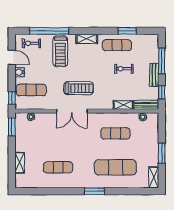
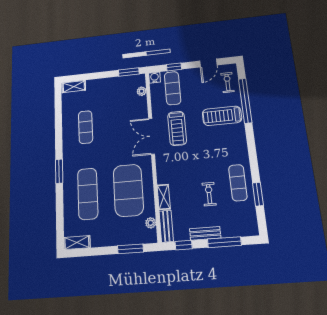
shelving: (87, 39) -> (241, 145), removed
water cooler: (20, 72) -> (155, 78), moved
treadmill: (79, 88) -> (177, 128), moved
window: (12, 98) -> (174, 67), moved
exercise mat: (115, 133) -> (128, 190), width x2.00, depth x1.45
window: (162, 153) -> (130, 249), moved
shelving: (20, 163) -> (74, 87), moved

